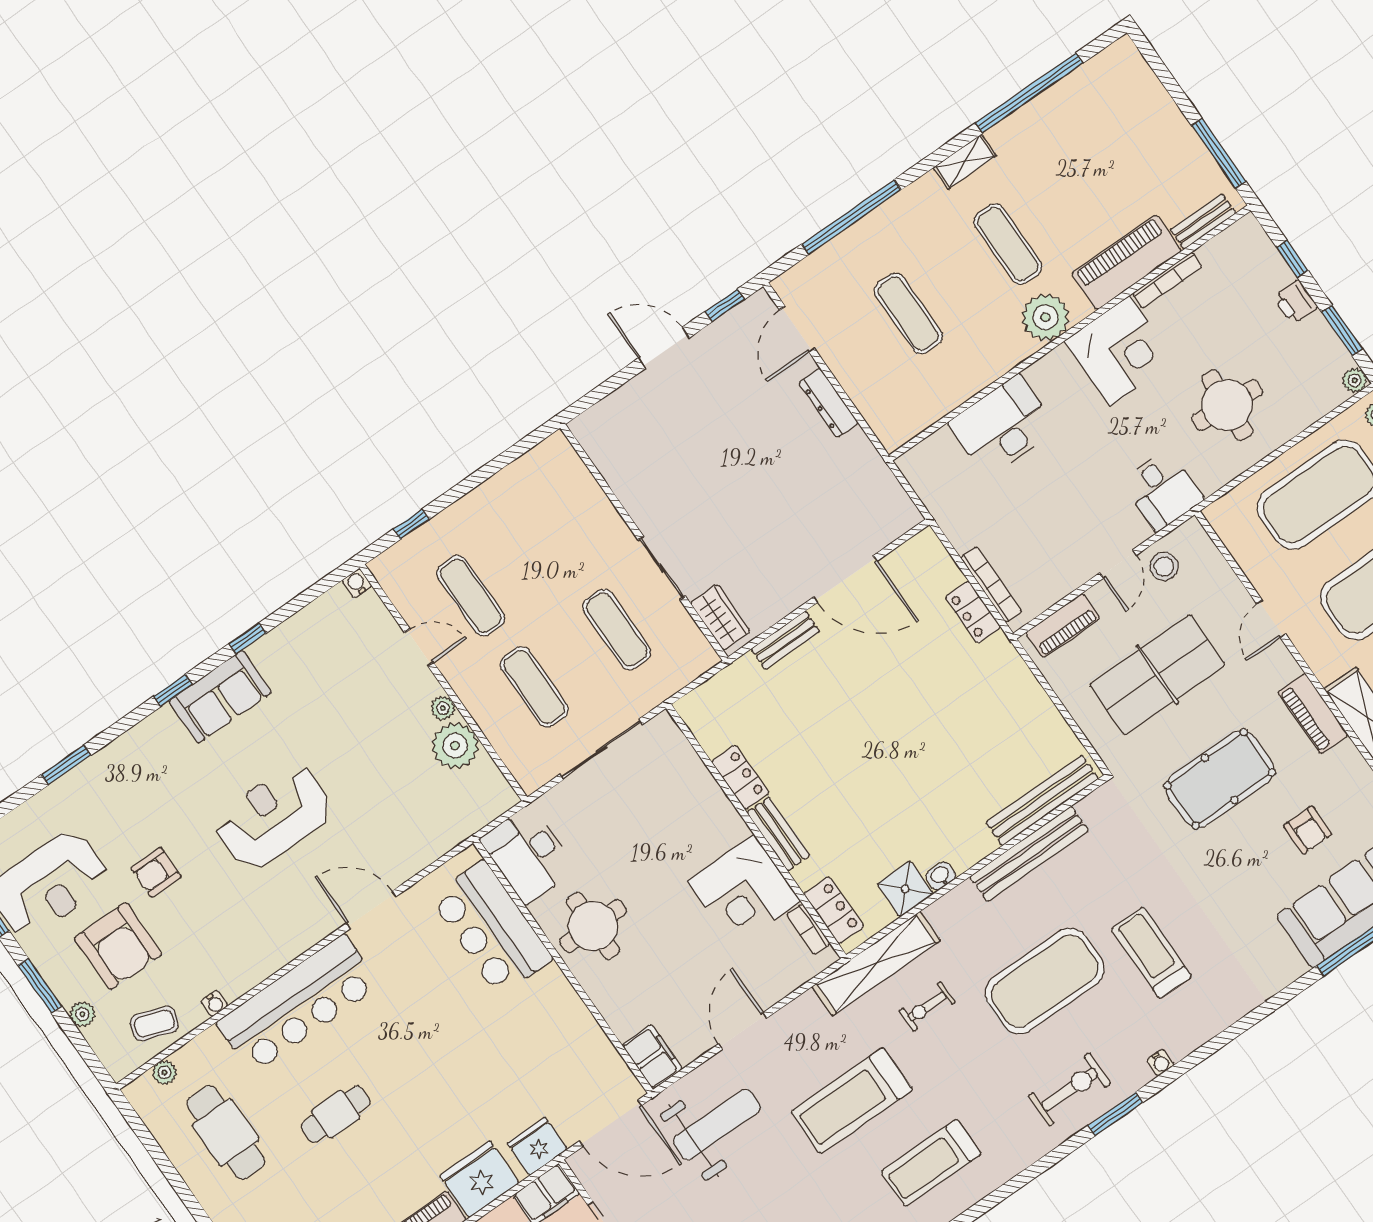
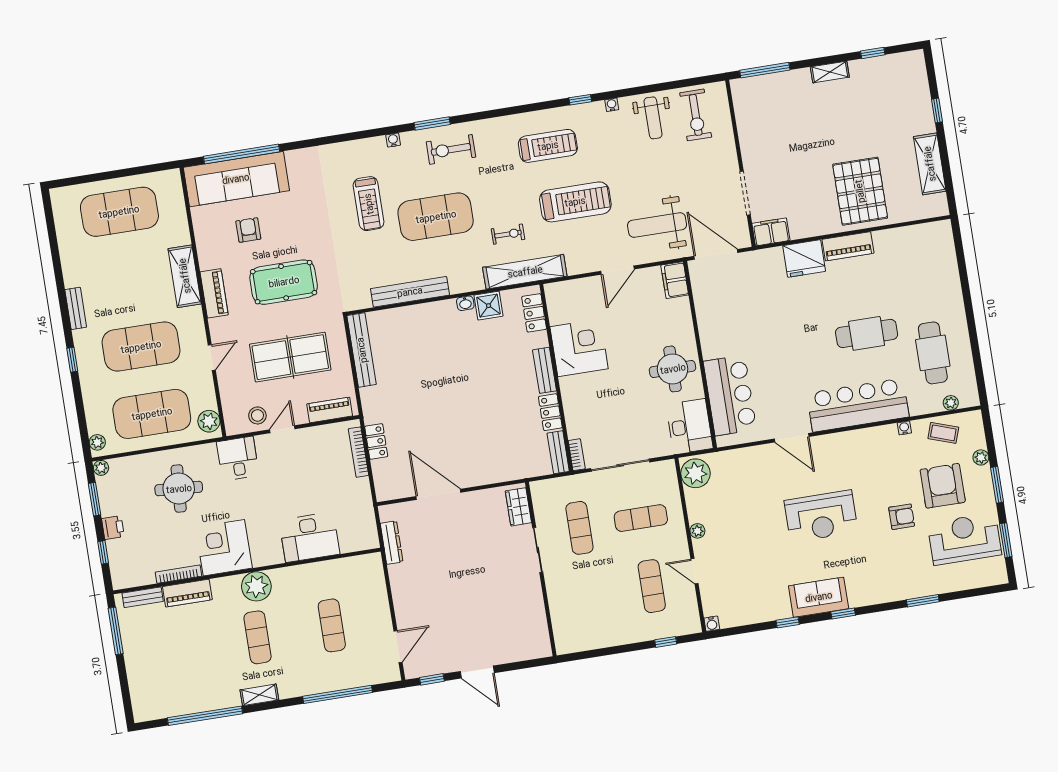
piano: (1126, 262) -> (187, 593), width x0.73, depth x0.75
dresser: (829, 403) -> (392, 543), moved
plant: (1230, 524) -> (209, 421), added
bench: (785, 640) -> (558, 452), moved, turned 90
exercise mat: (534, 687) -> (641, 518), turned 90
plant: (455, 746) -> (695, 473), moved
bench: (1042, 800) -> (362, 350), moved, turned 90
bookcase: (808, 929) -> (577, 455), moved
cafe table: (336, 1114) -> (867, 333), width x1.37, depth x1.35
fridge: (537, 1146) -> (763, 261), removed

